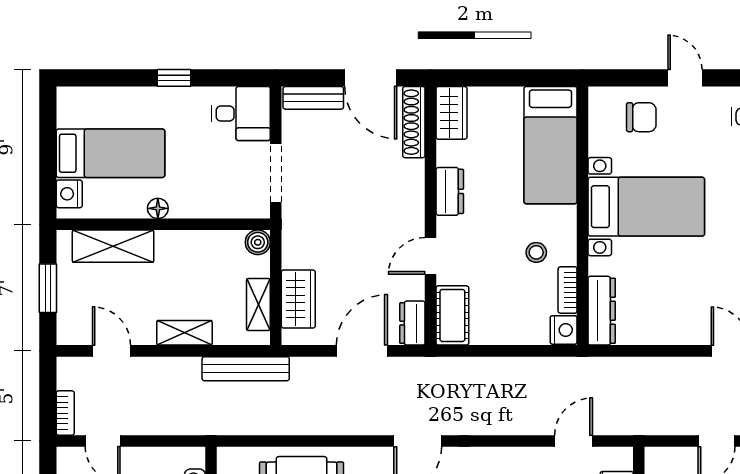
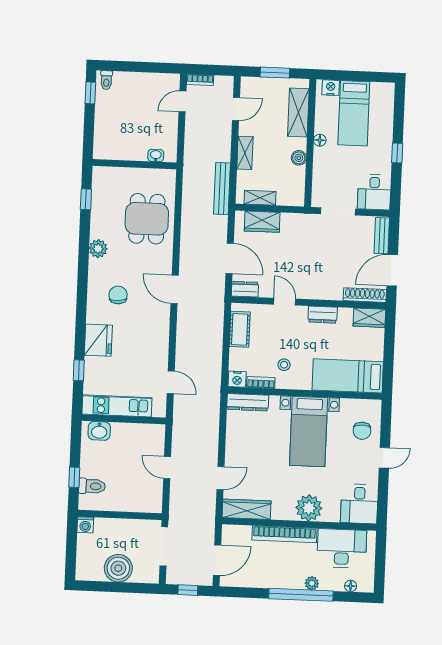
boiler: (258, 242) -> (299, 158), moved
cot: (452, 315) -> (240, 329), moved, turned 90

